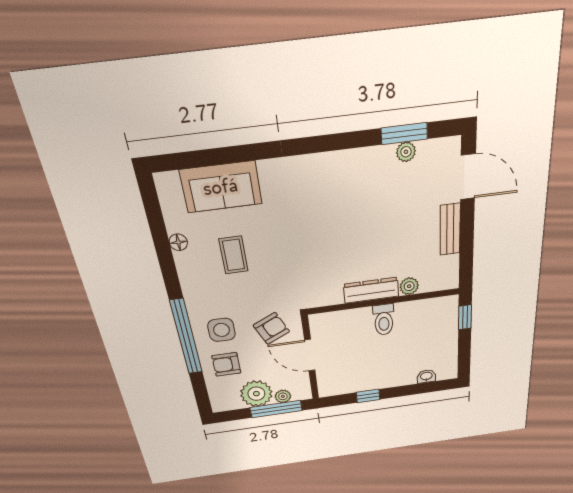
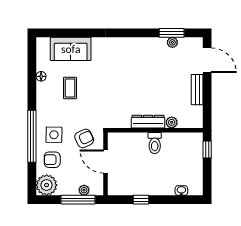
plant: (256, 394) -> (47, 185), moved

